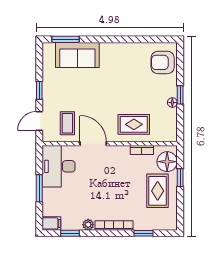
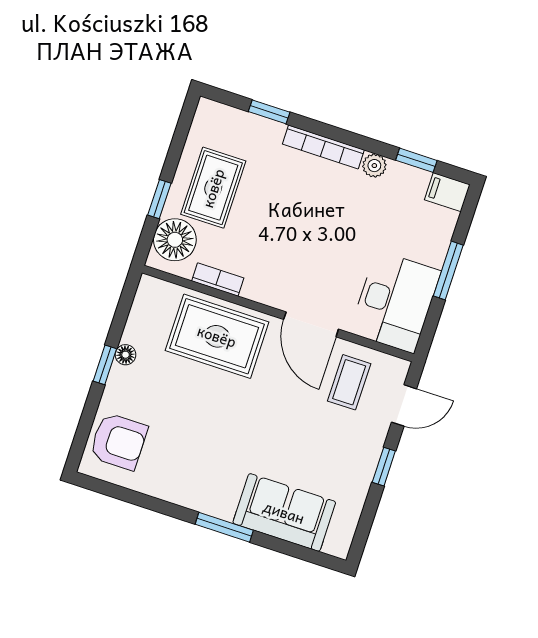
window: (65, 39) -> (224, 527), moved
rug: (134, 124) -> (217, 336), width x1.36, depth x1.43

